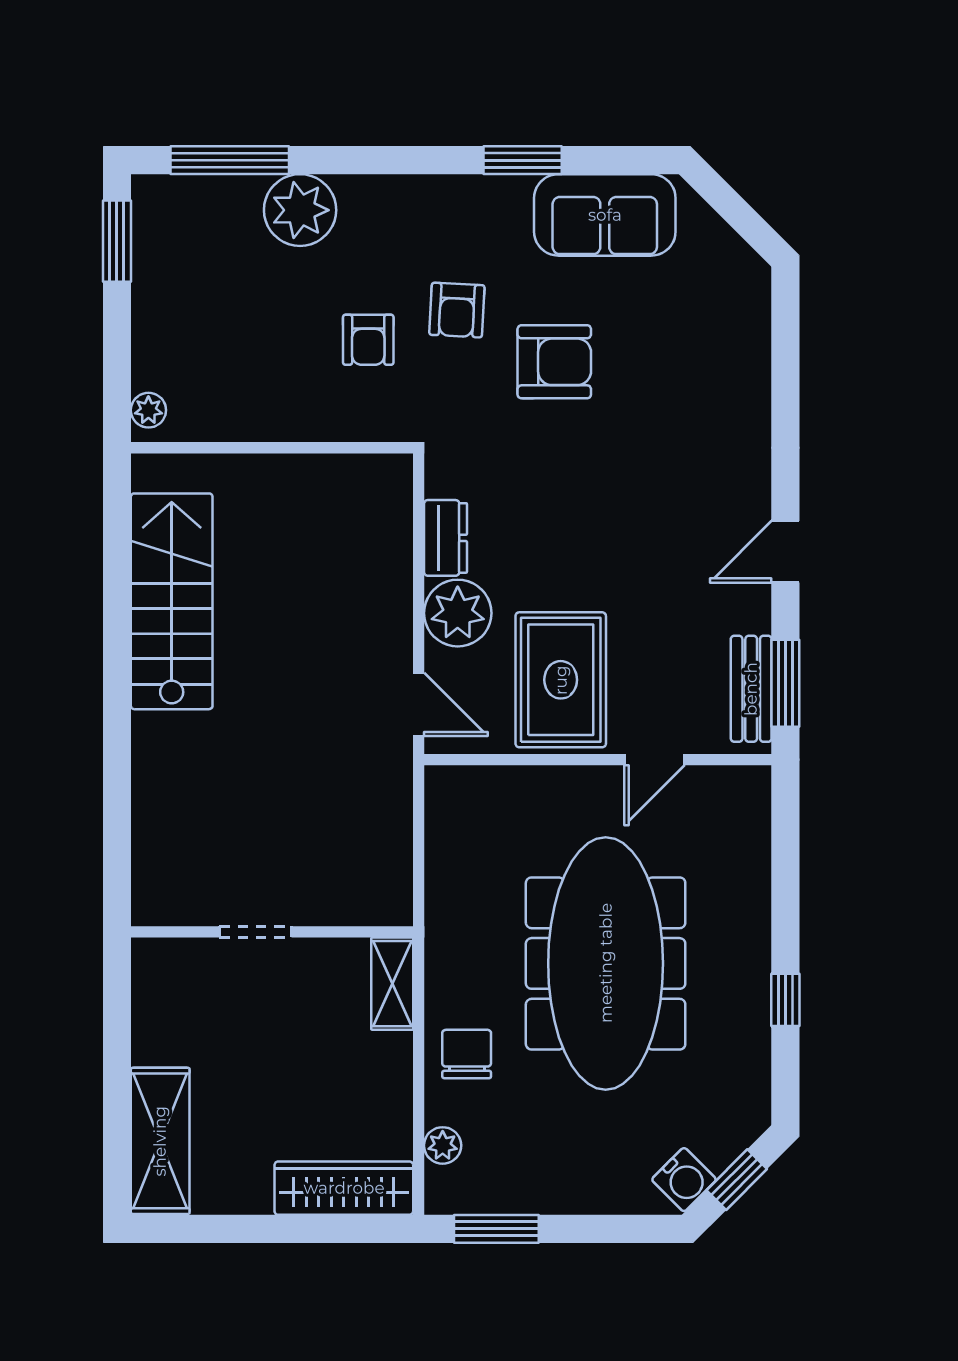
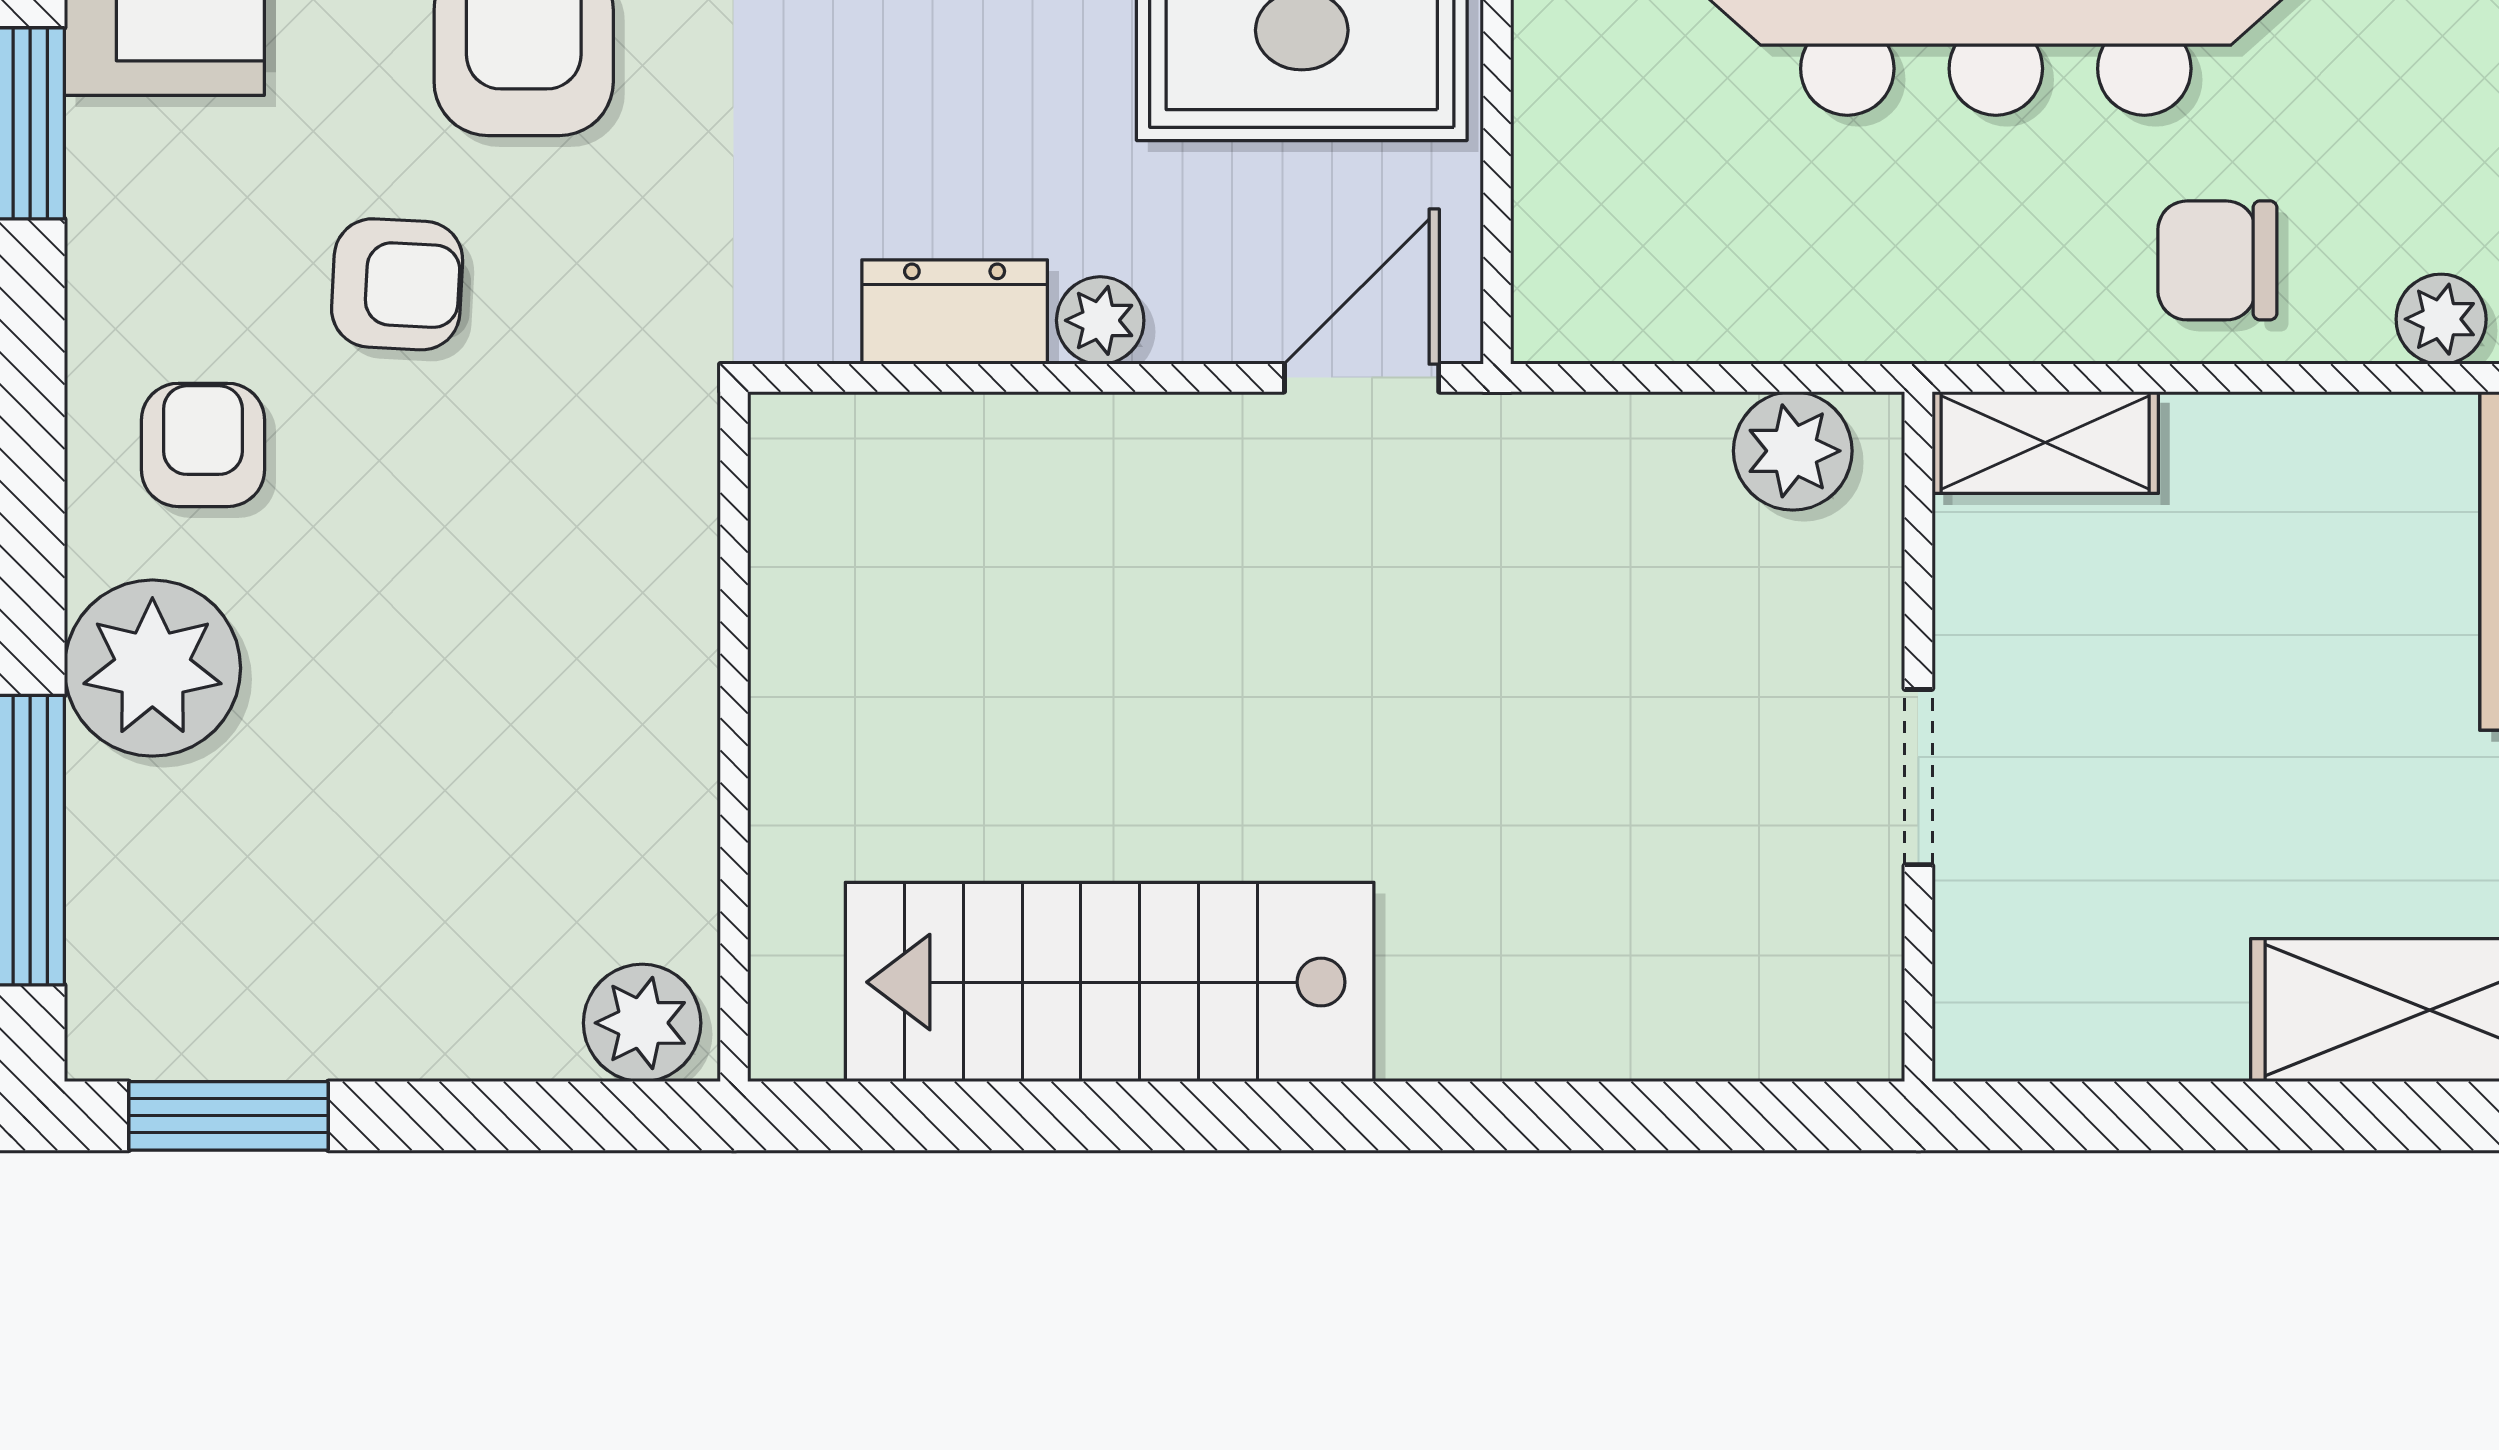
armchair: (368, 340) -> (203, 445), moved, turned -90
plant: (148, 410) -> (642, 1023), width x1.38, depth x1.38
plant: (458, 613) -> (1100, 320), width x0.53, depth x0.53
plant: (389, 881) -> (1793, 451), added

